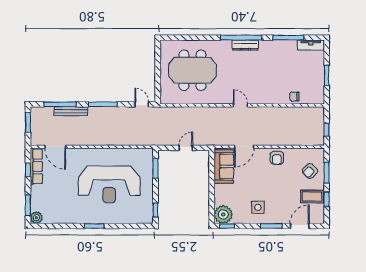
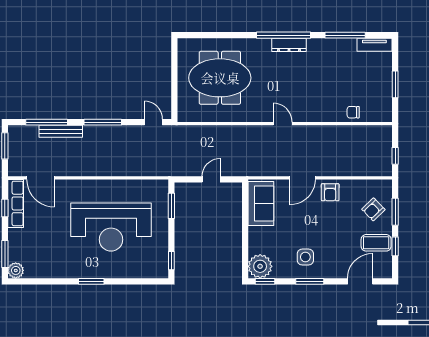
door: (244, 147) -> (303, 178), moved
window: (271, 226) -> (310, 281), moved

